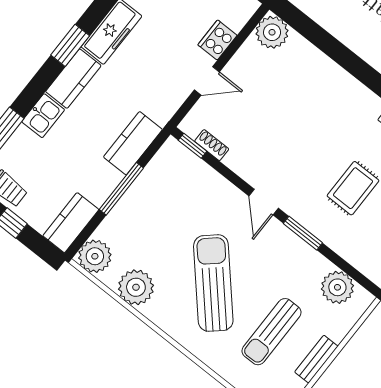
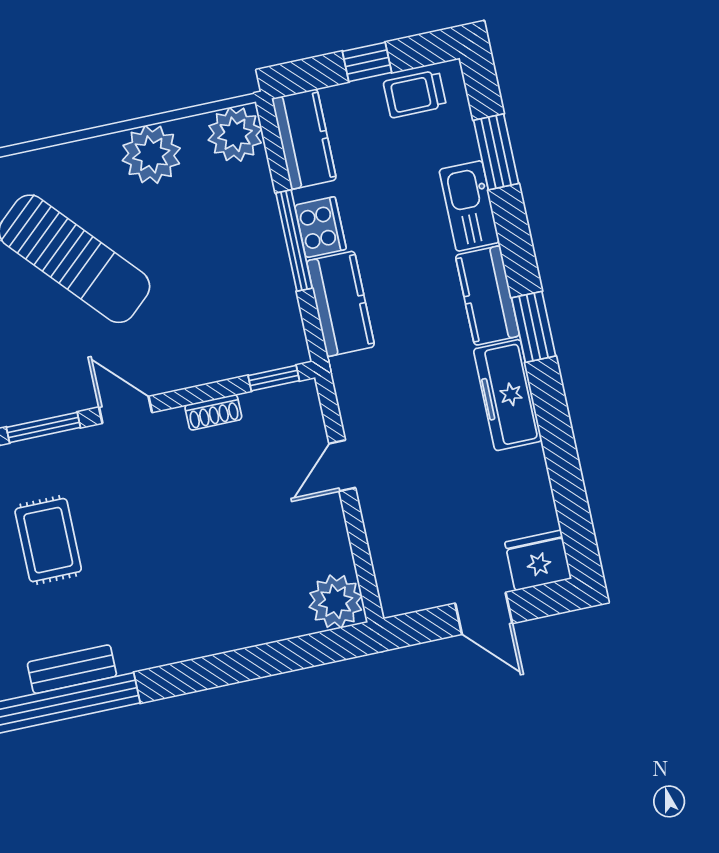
cooker: (217, 40) -> (320, 227), moved
kitchen sink: (43, 116) -> (469, 206), width x1.38
shoe rack: (212, 145) -> (213, 412), moved

